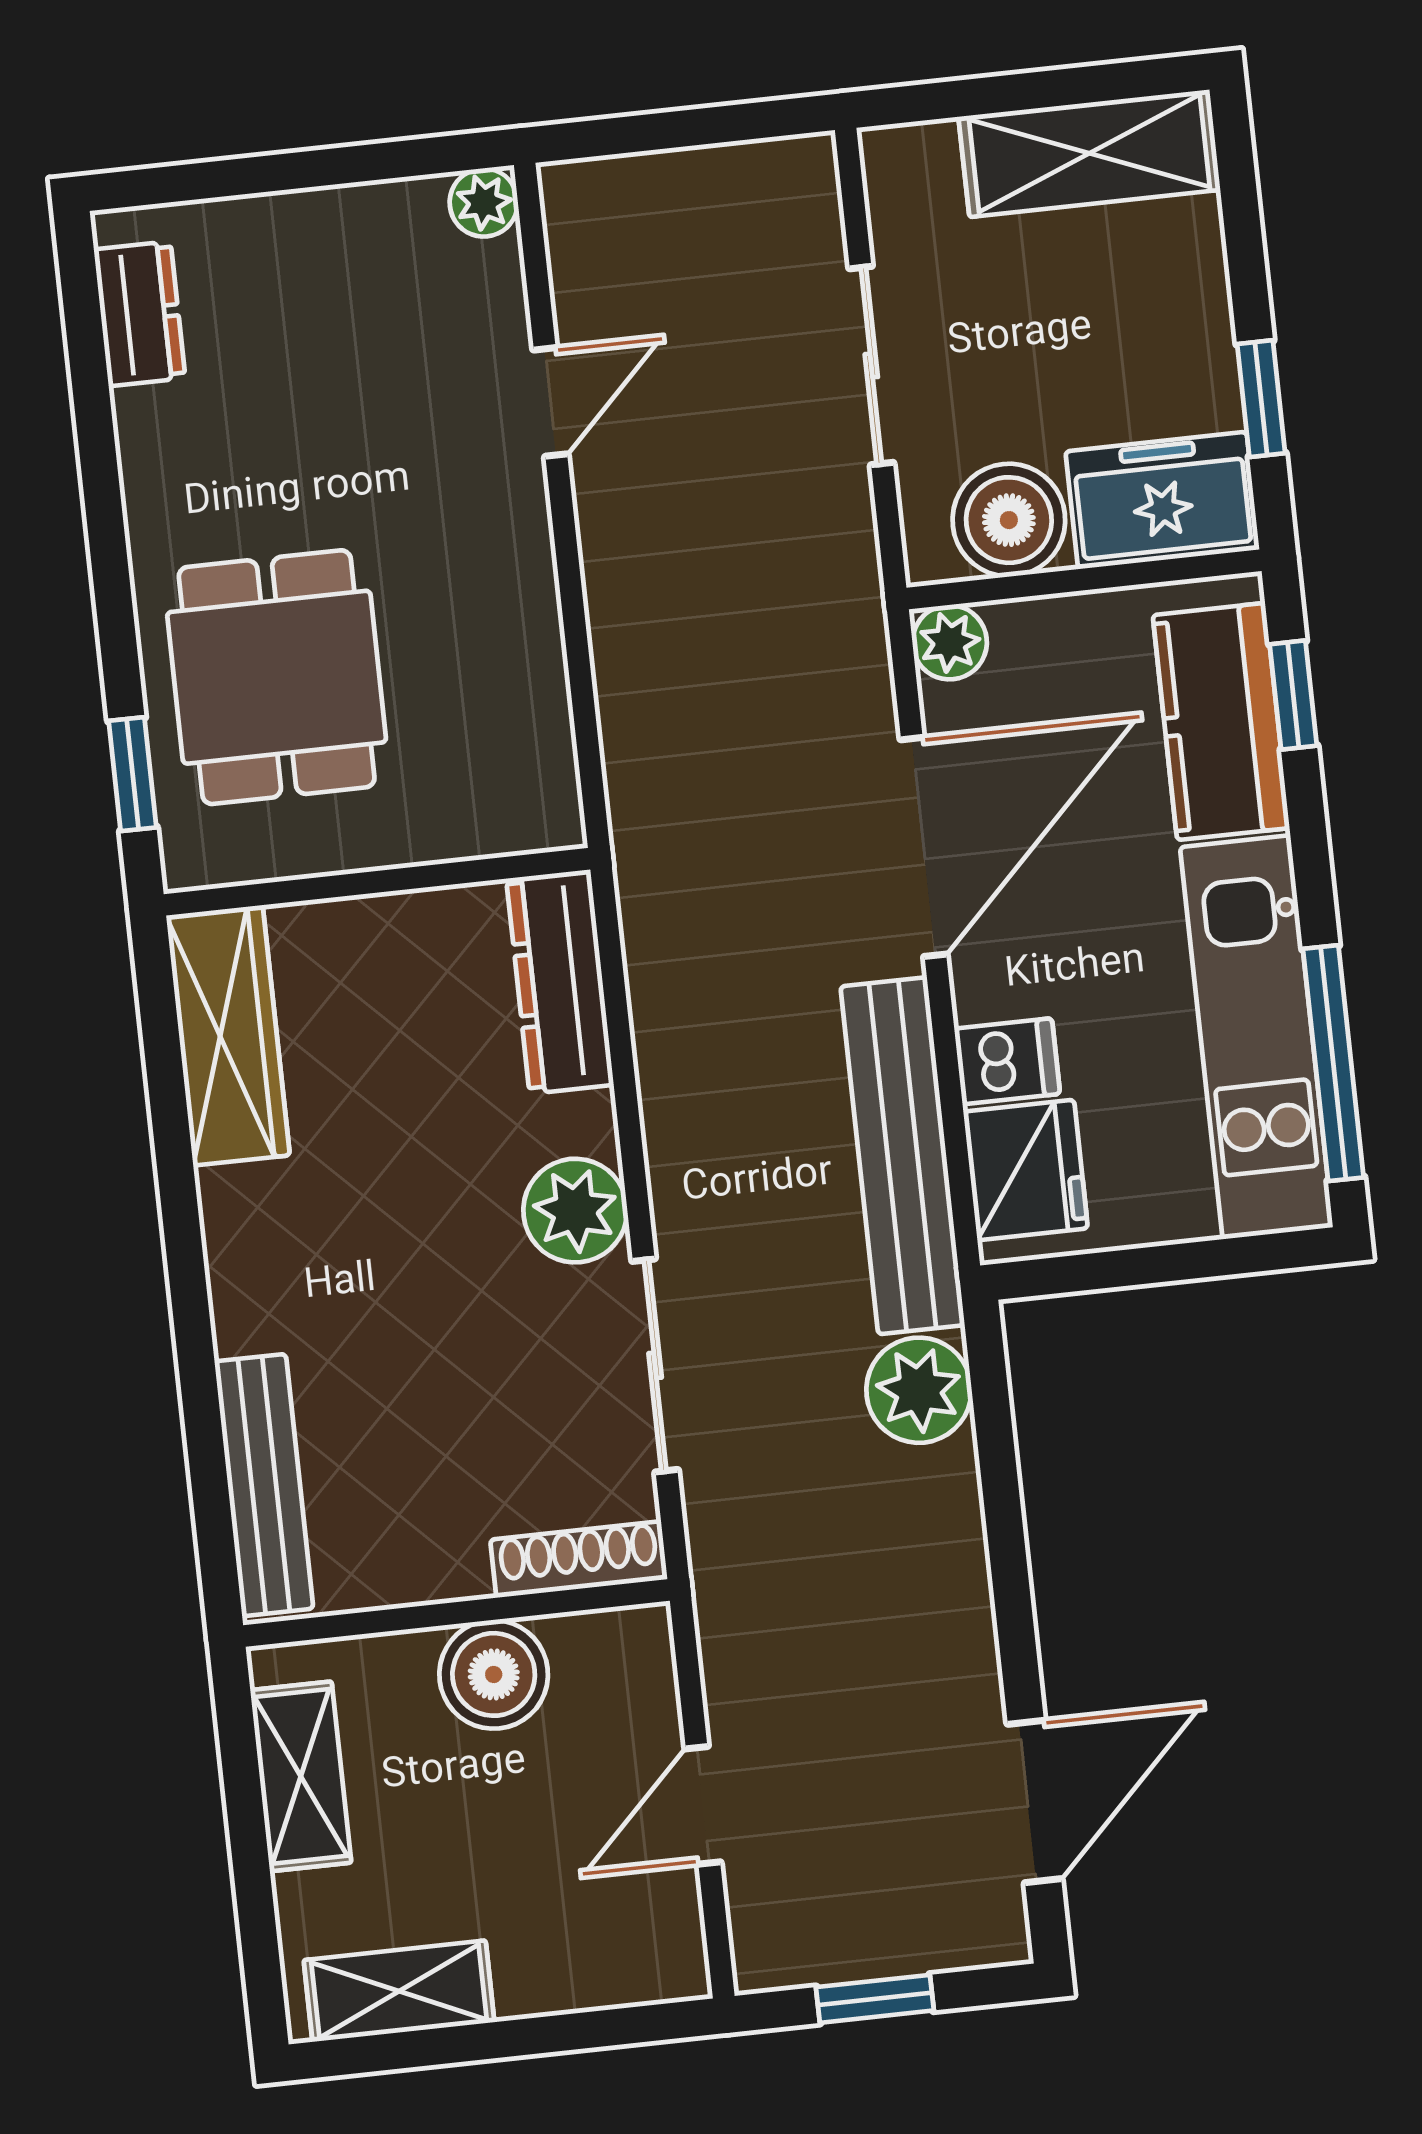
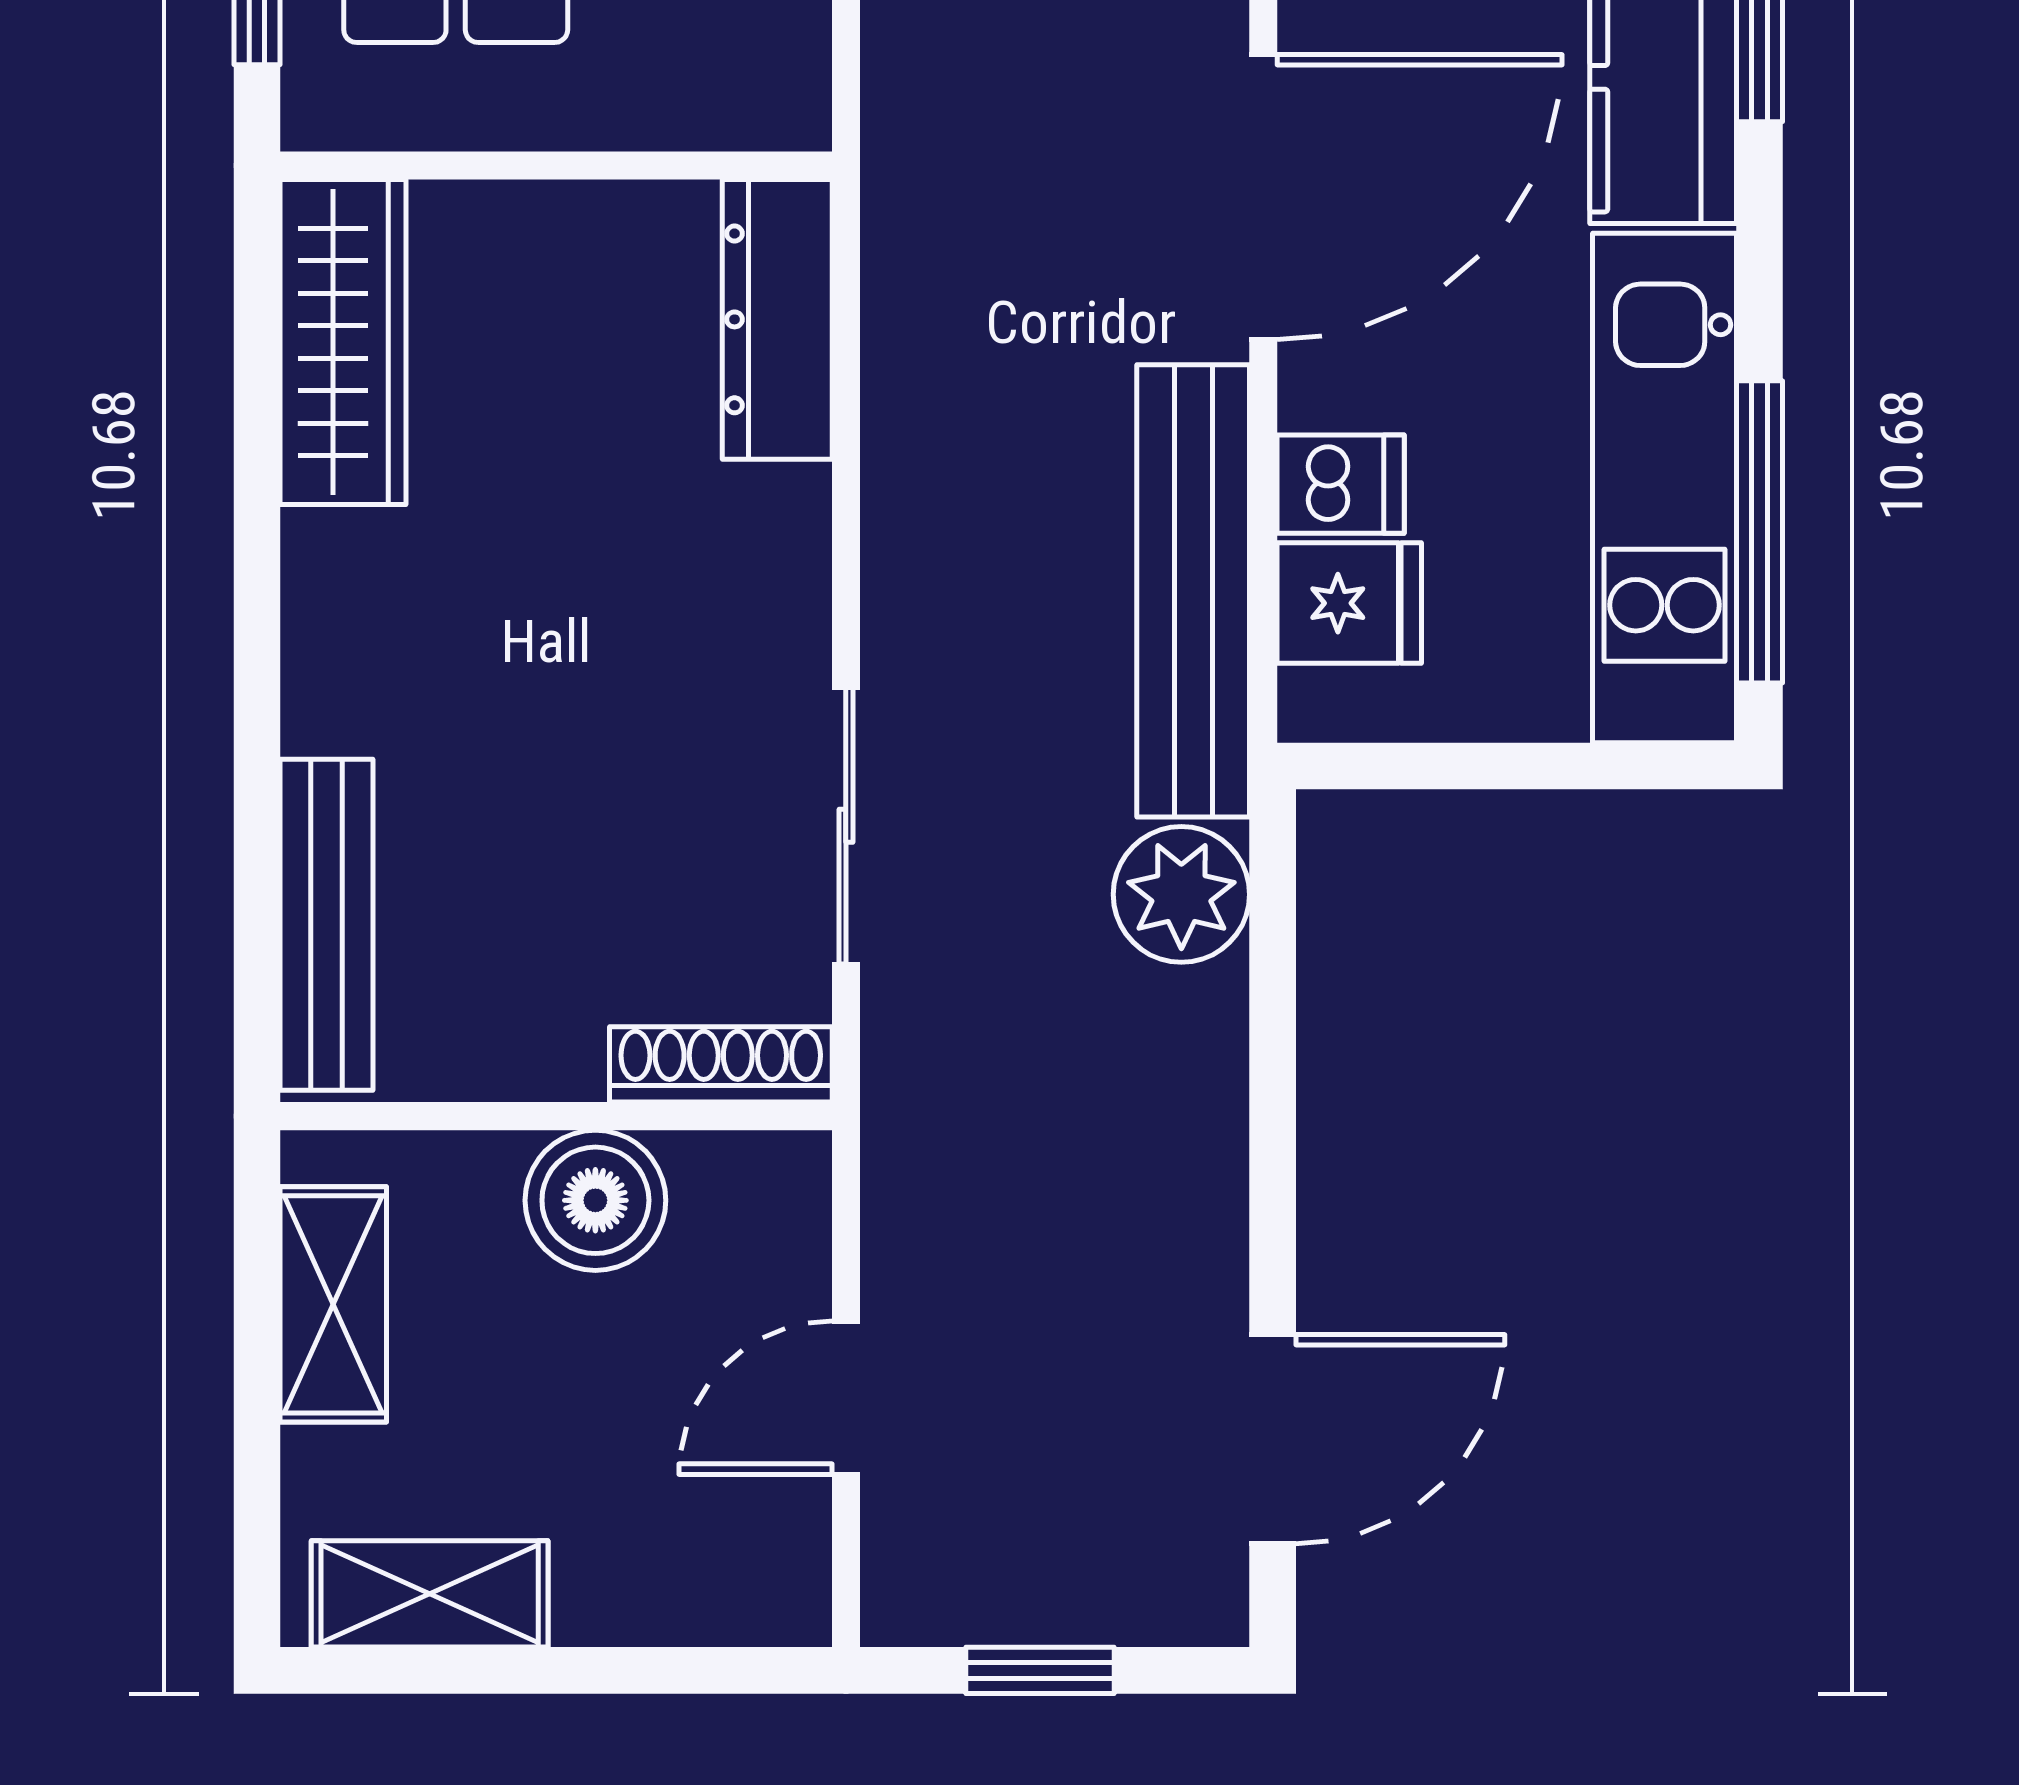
fridge: (1026, 1170) -> (1349, 603), width x0.72
plant: (575, 1211) -> (765, 616), removed

